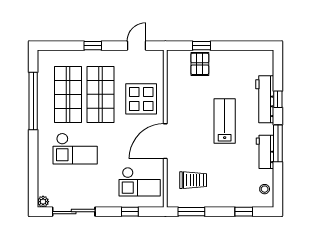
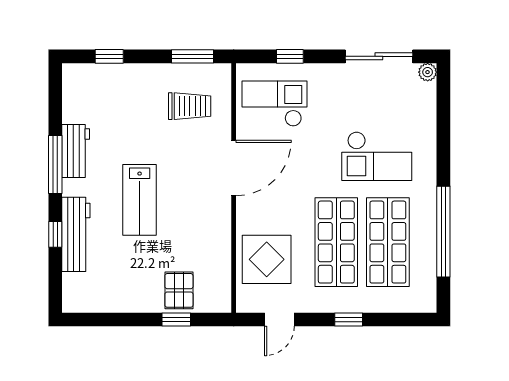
display table: (141, 99) -> (267, 259), moved
checkout: (75, 149) -> (377, 156), turned 180
trolley: (193, 180) -> (190, 106), turned 180
stool: (265, 189) -> (76, 92), removed

